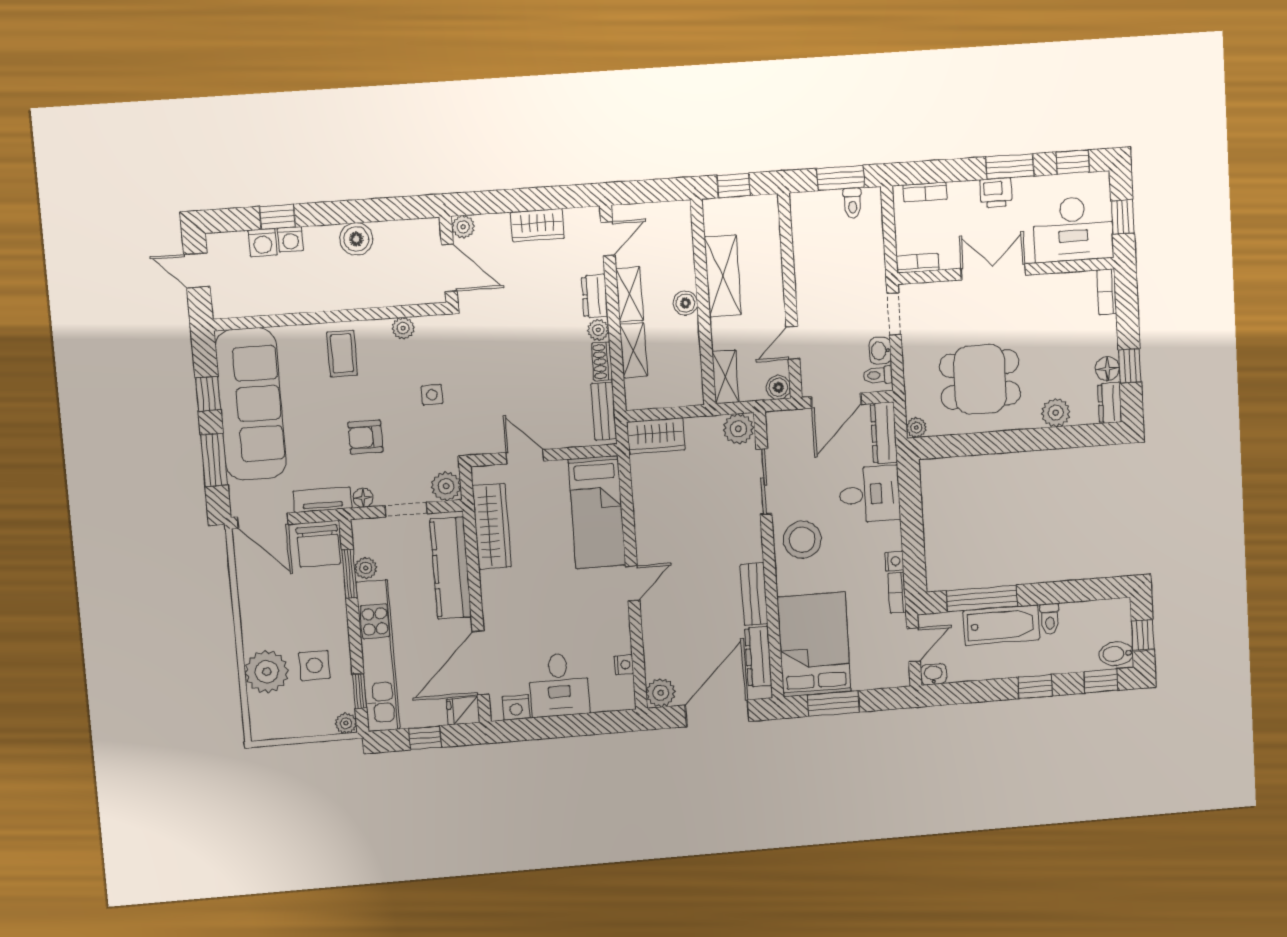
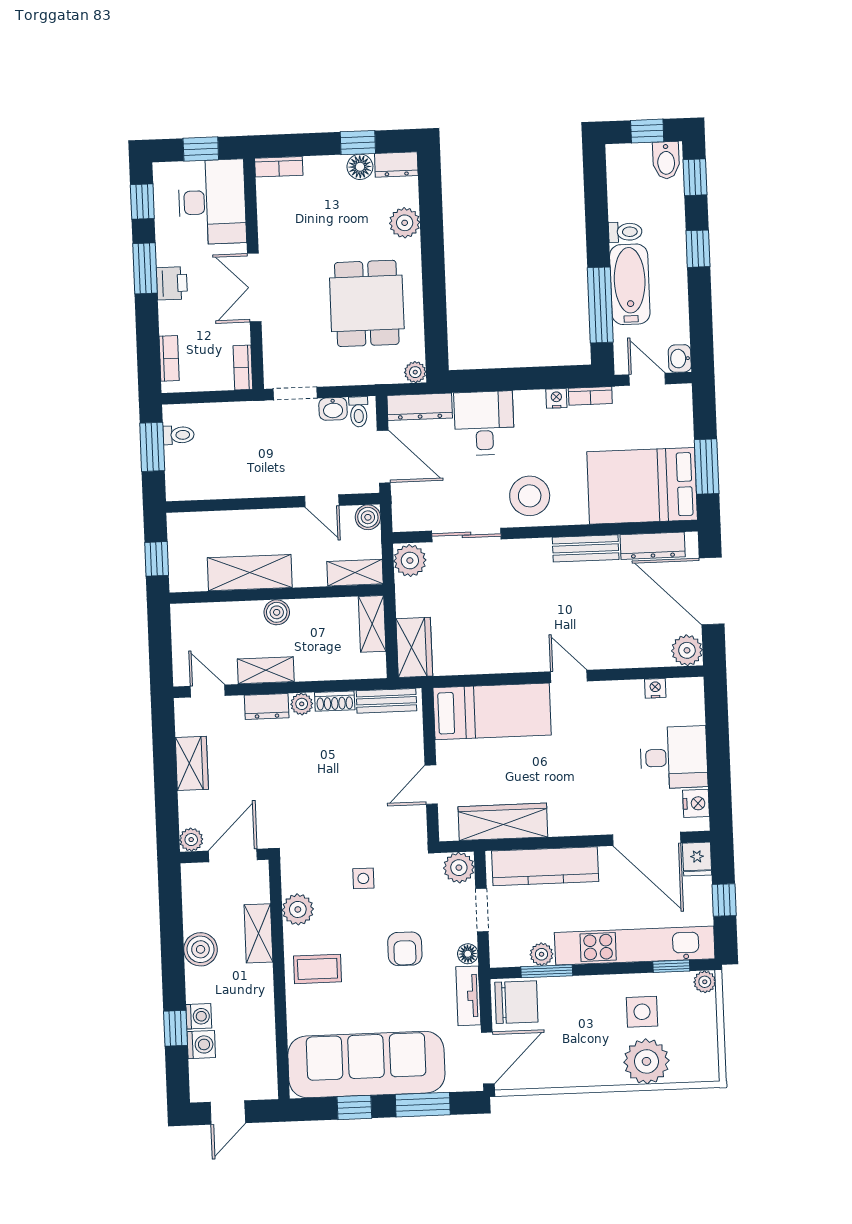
shelving: (374, 295) -> (258, 933), added
plant: (403, 328) -> (298, 909), width x1.38, depth x1.38
shelving: (634, 350) -> (372, 624), moved, turned 90

